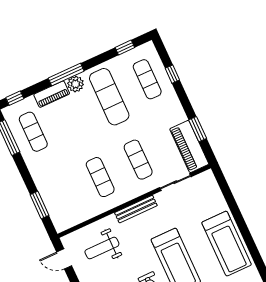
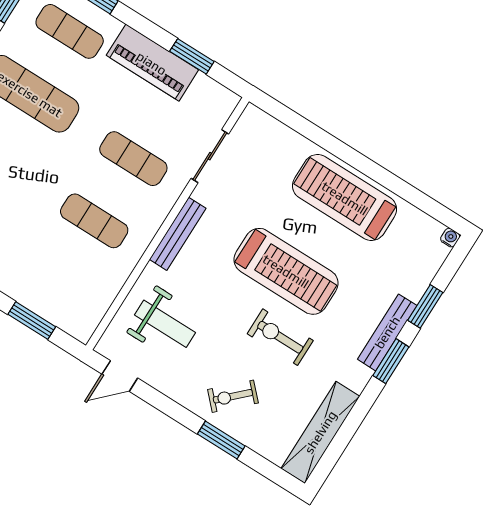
piano: (189, 146) -> (152, 63), moved
treadmill: (227, 244) -> (345, 198), turned 180
weight bench: (102, 248) -> (165, 324), turned -90

